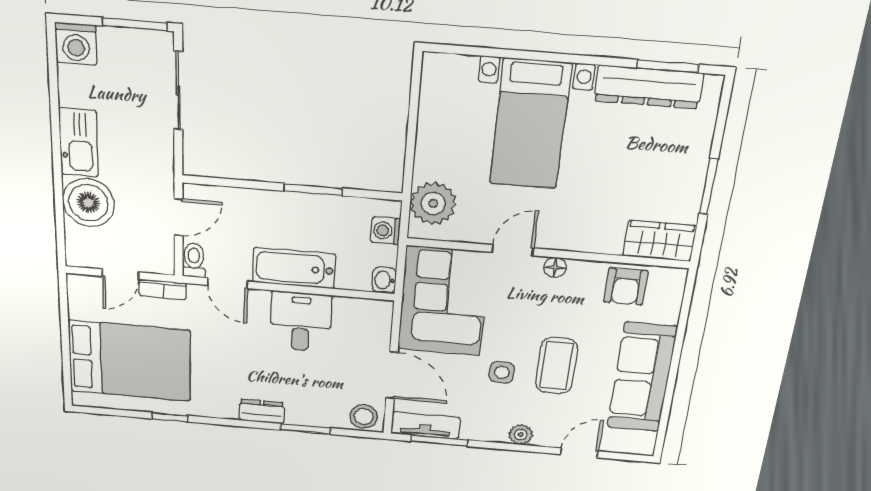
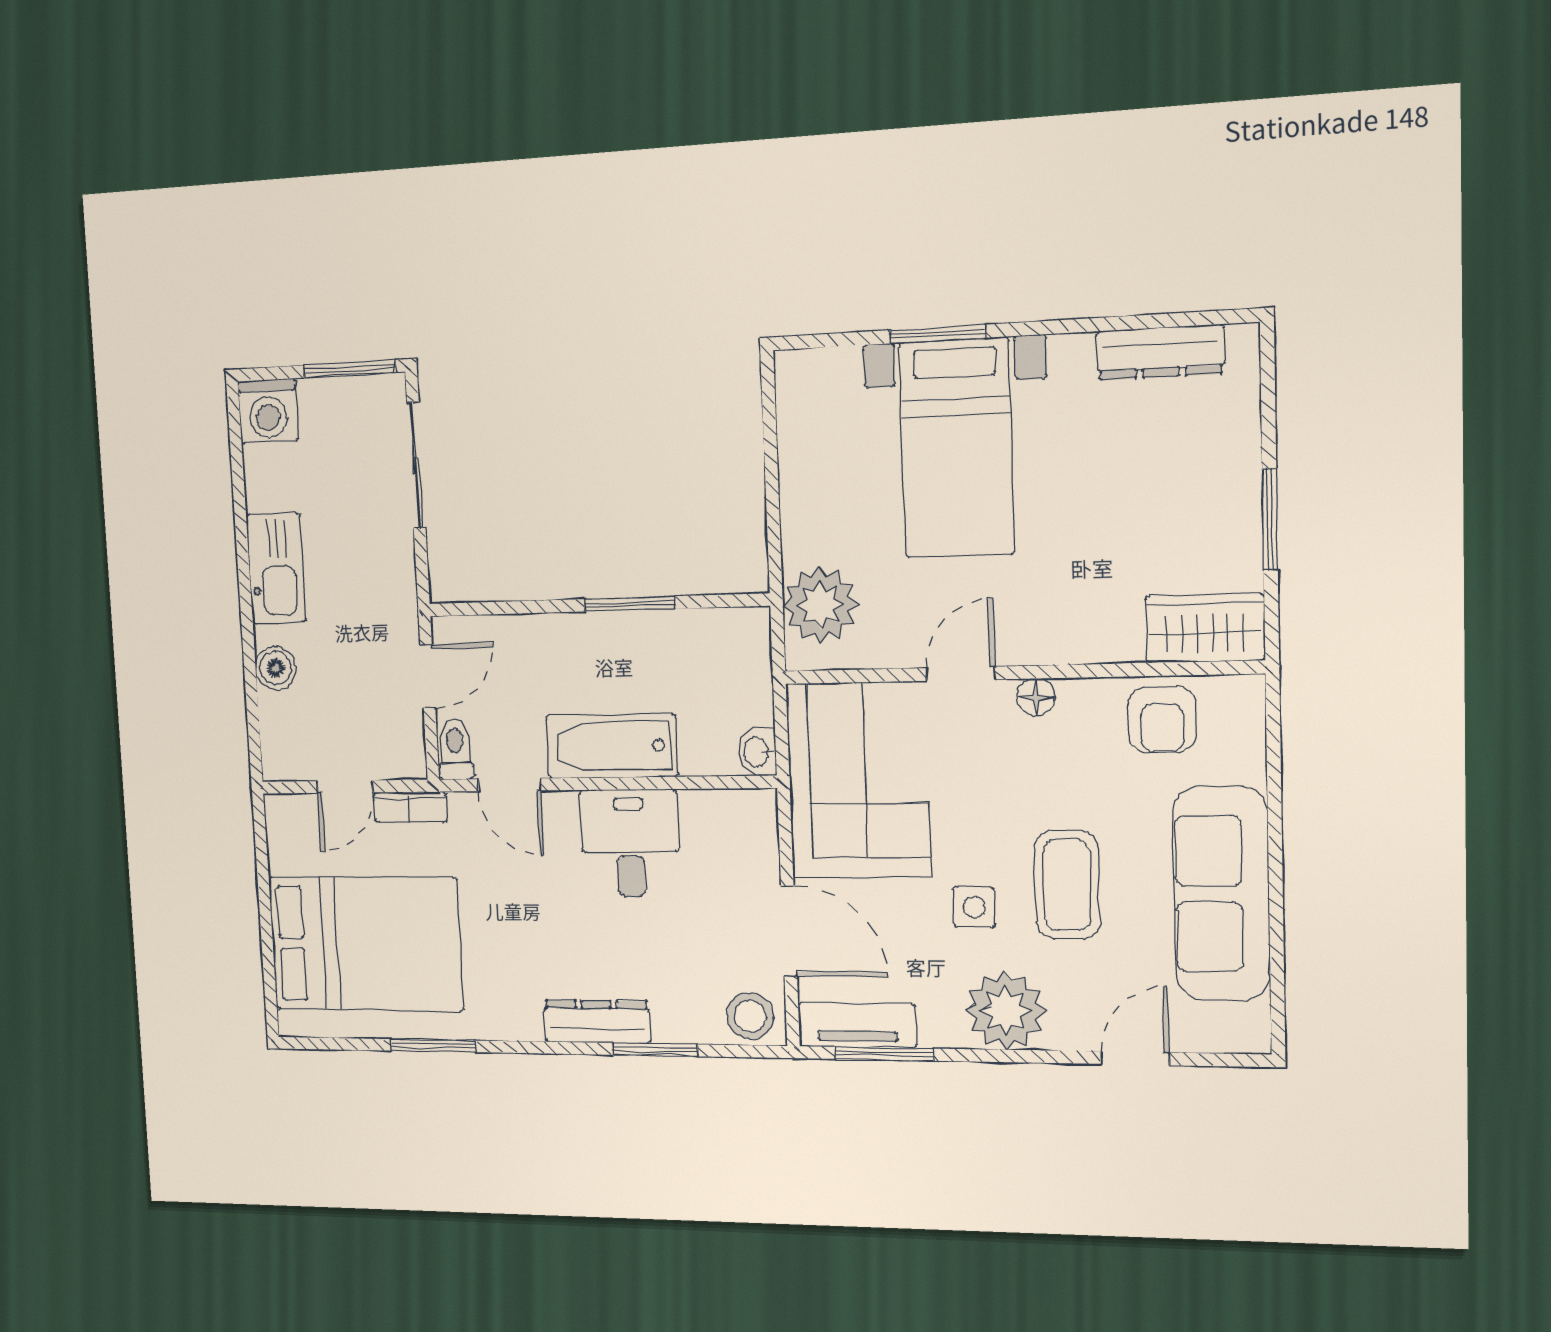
window: (668, 66) -> (938, 334), moved
dresser: (648, 87) -> (1160, 352), width x0.73, depth x0.80
boiler: (88, 203) -> (276, 668), width x0.54, depth x0.54
washing machine: (386, 231) -> (750, 662), removed
dresser: (262, 412) -> (597, 1022), width x1.44
window: (170, 417) -> (433, 1046), width x1.50
plant: (521, 435) -> (1005, 1010), width x1.87, depth x1.87

